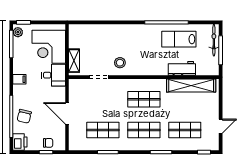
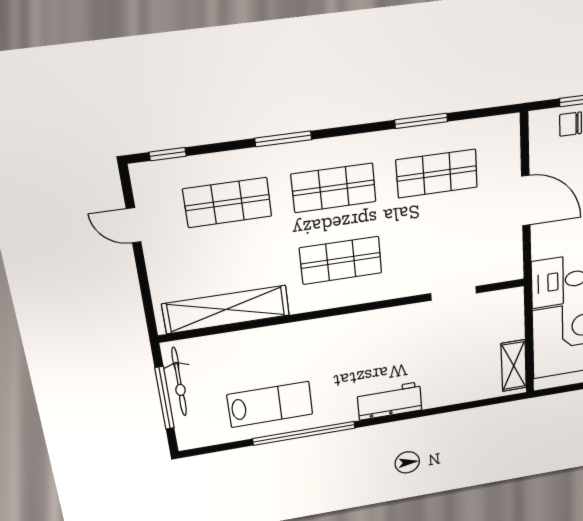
bicycle: (214, 40) -> (179, 382), moved
shelving: (74, 61) -> (514, 366), moved
stool: (120, 63) -> (406, 332), removed
workbench: (182, 68) -> (390, 401), moved, turned 180
door: (221, 126) -> (134, 225), hinge flipped

